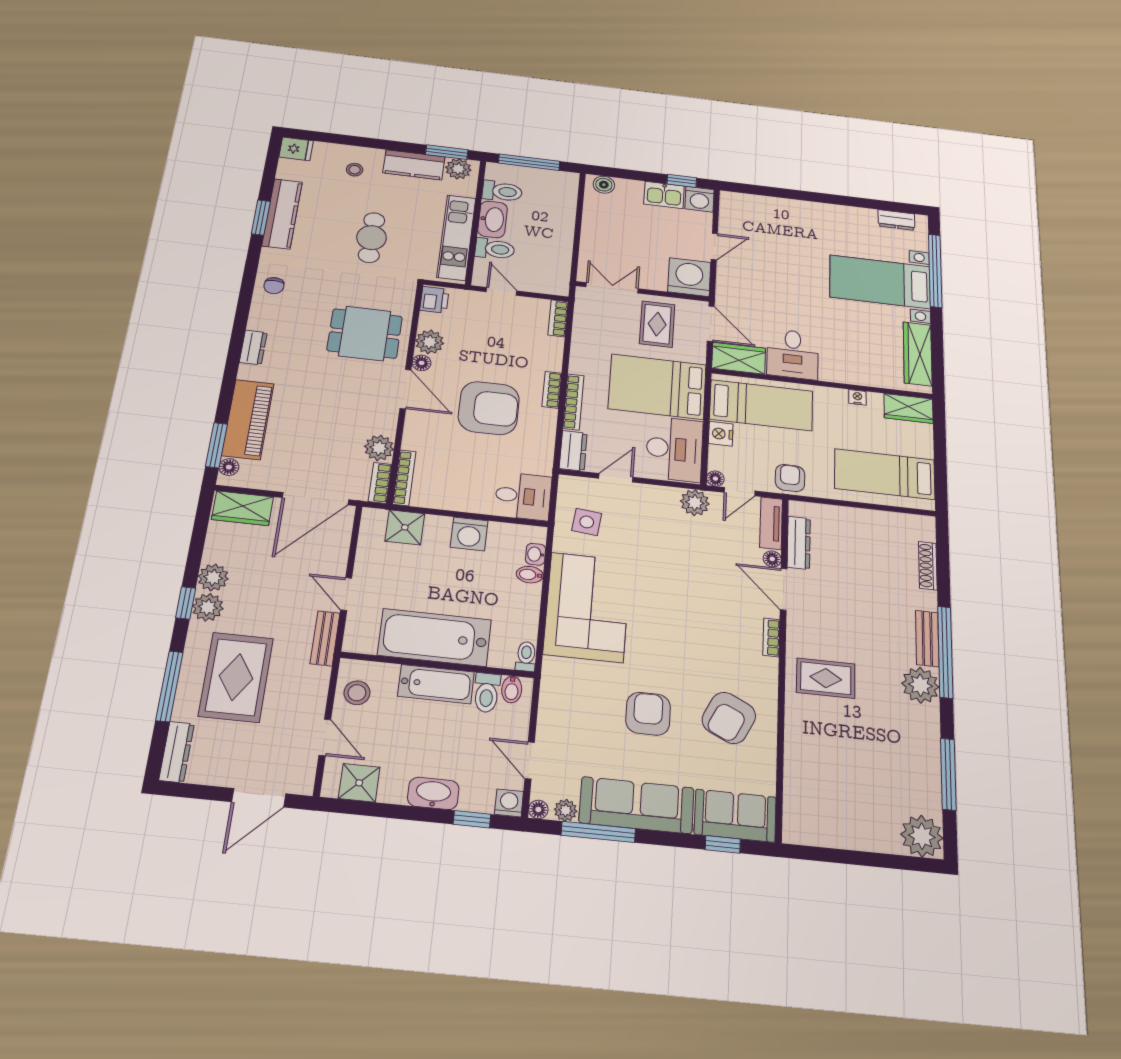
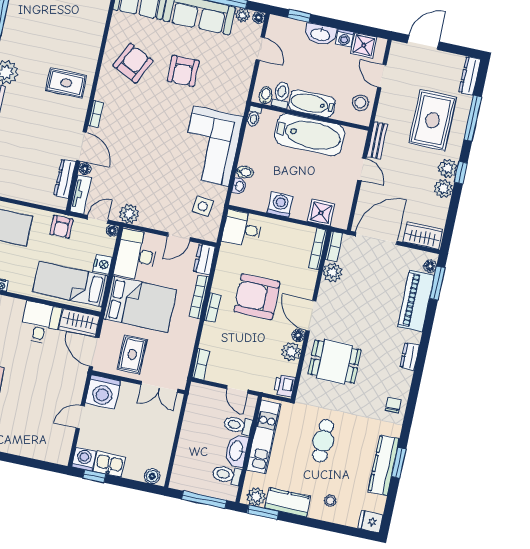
washing machine: (509, 803) -> (344, 38), moved

